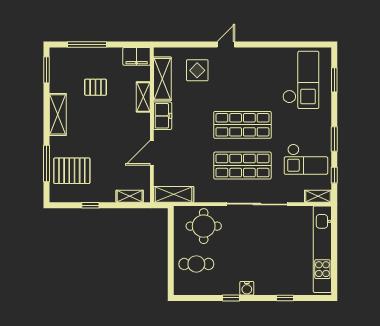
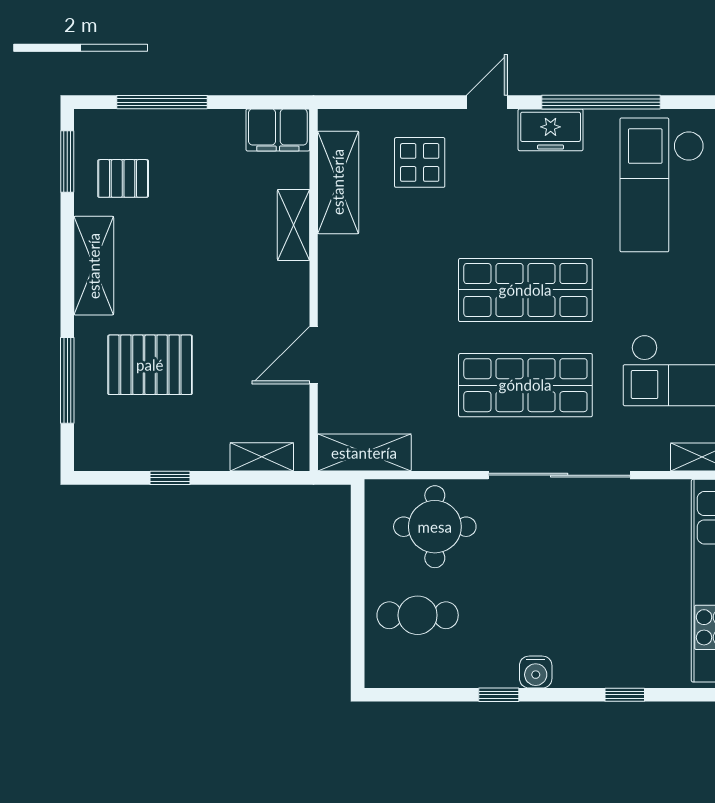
window: (275, 44) -> (601, 102), added
checkout: (301, 80) -> (662, 185), turned 180
pallet: (96, 87) -> (123, 178), moved
freezer: (163, 116) -> (551, 130), moved, turned 90
pallet: (72, 171) -> (150, 365), moved

